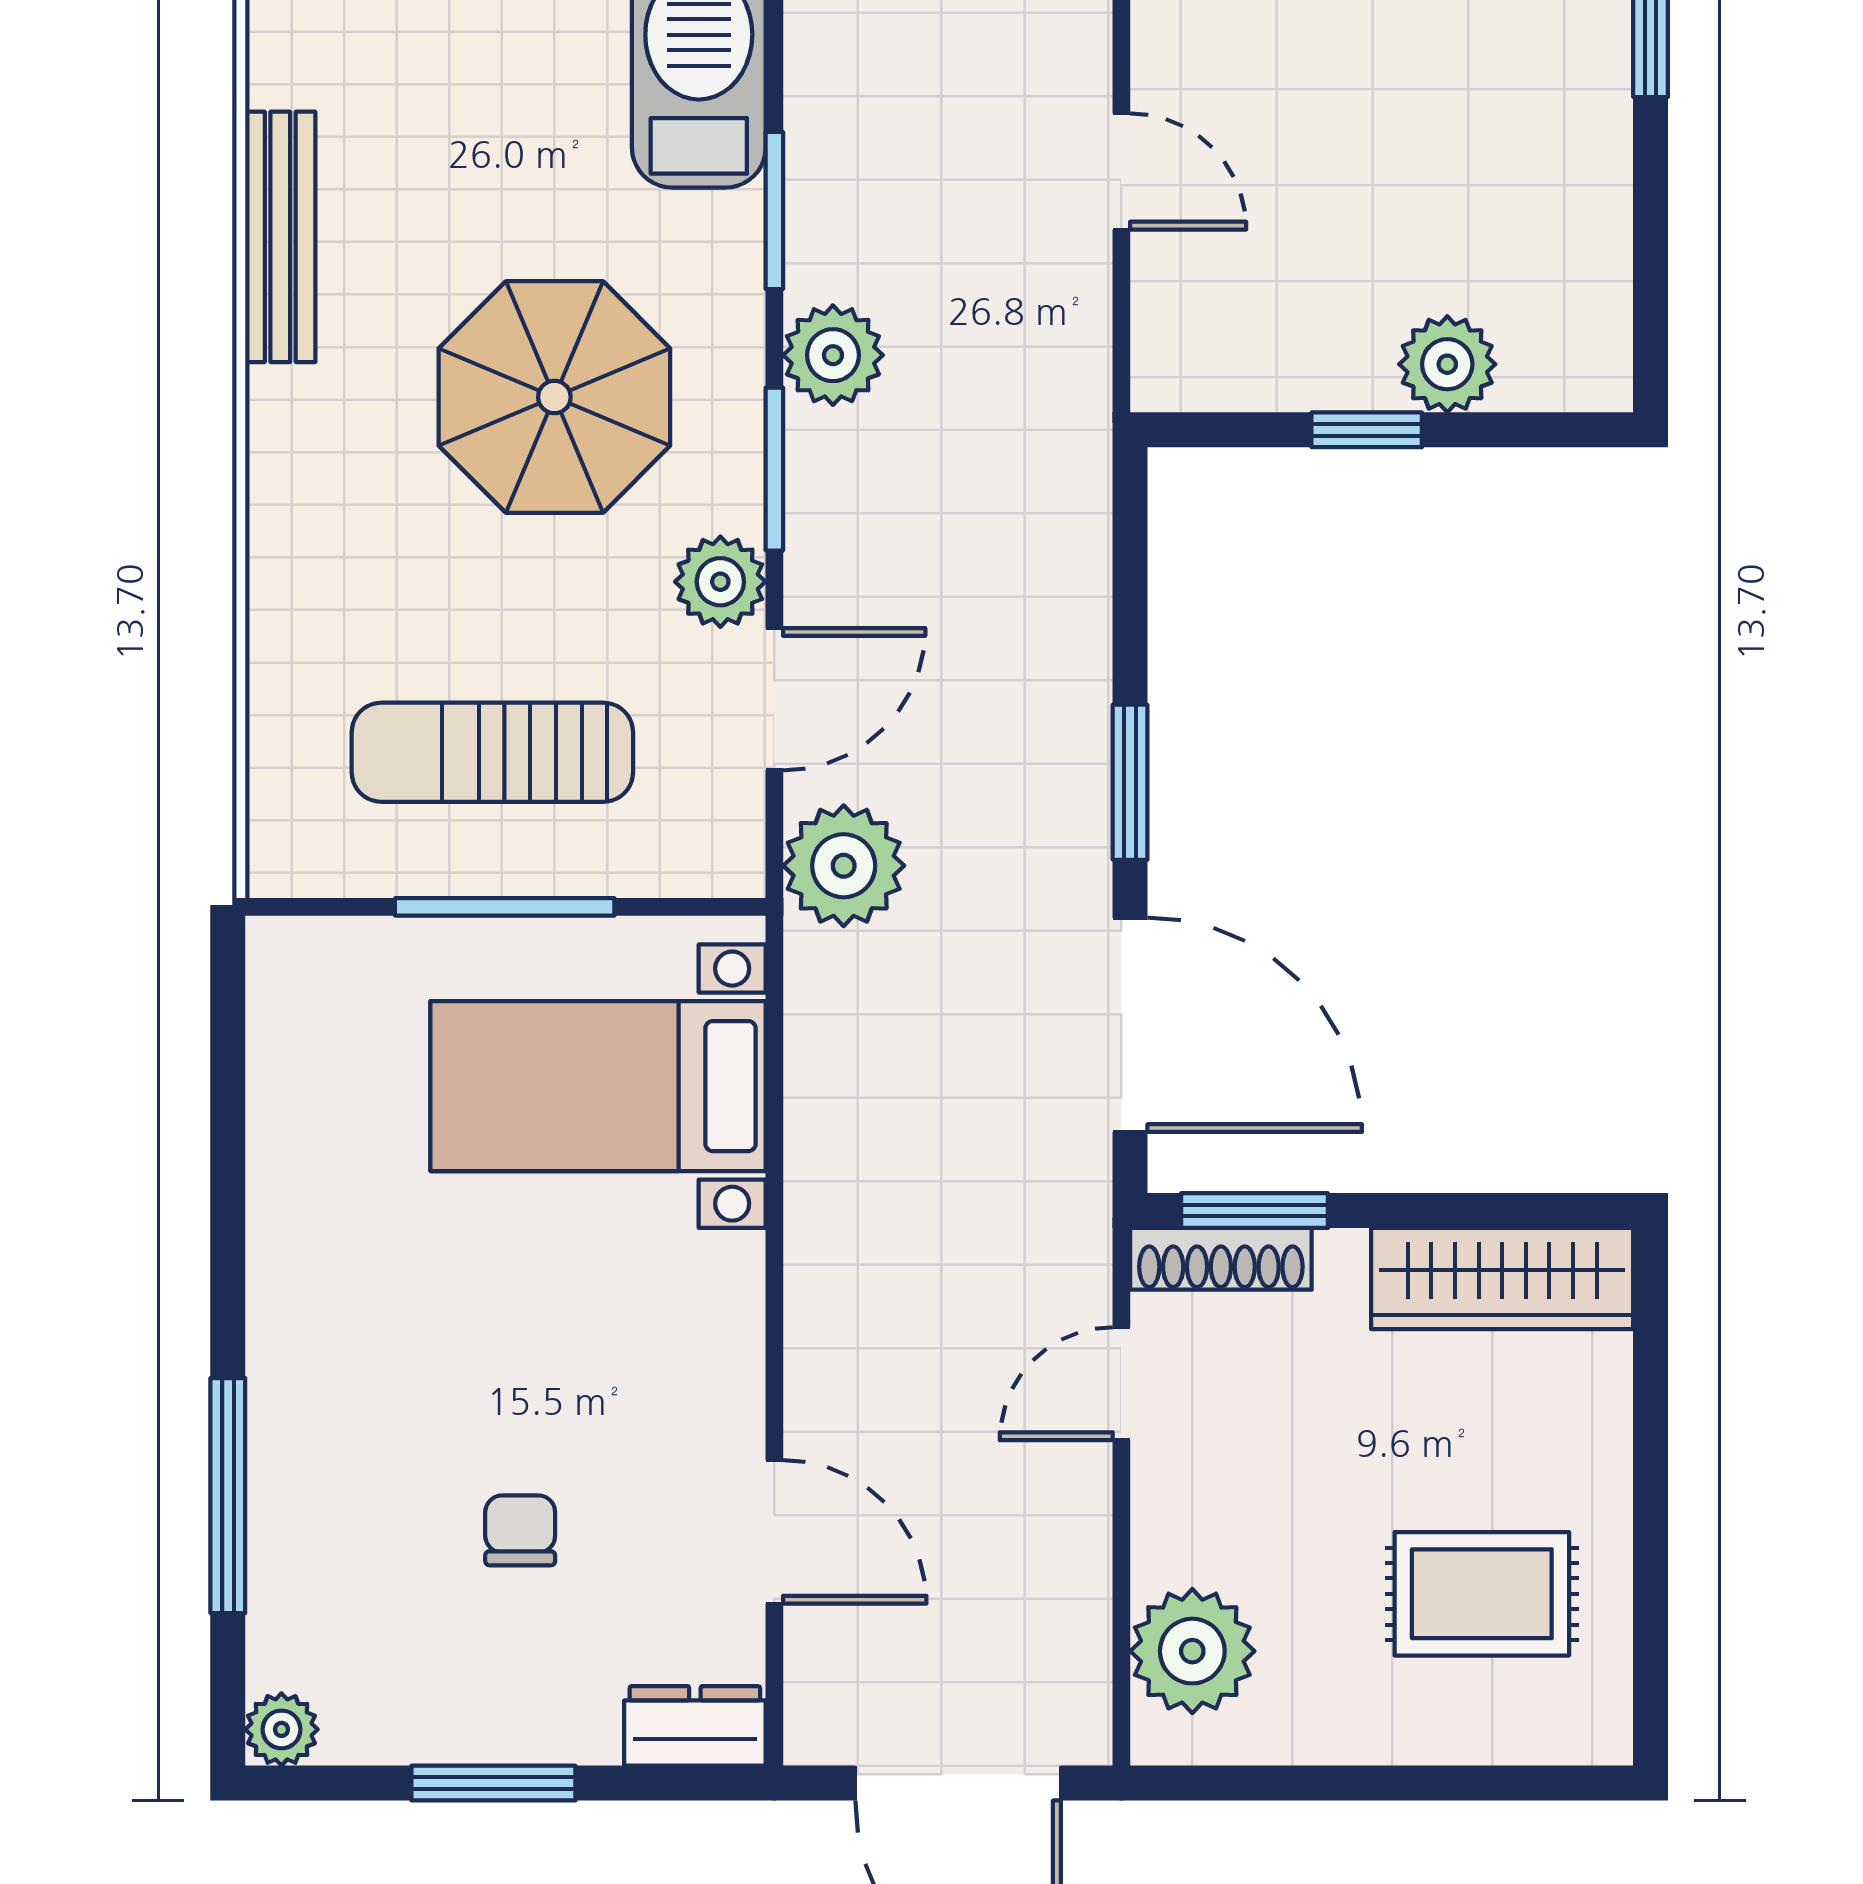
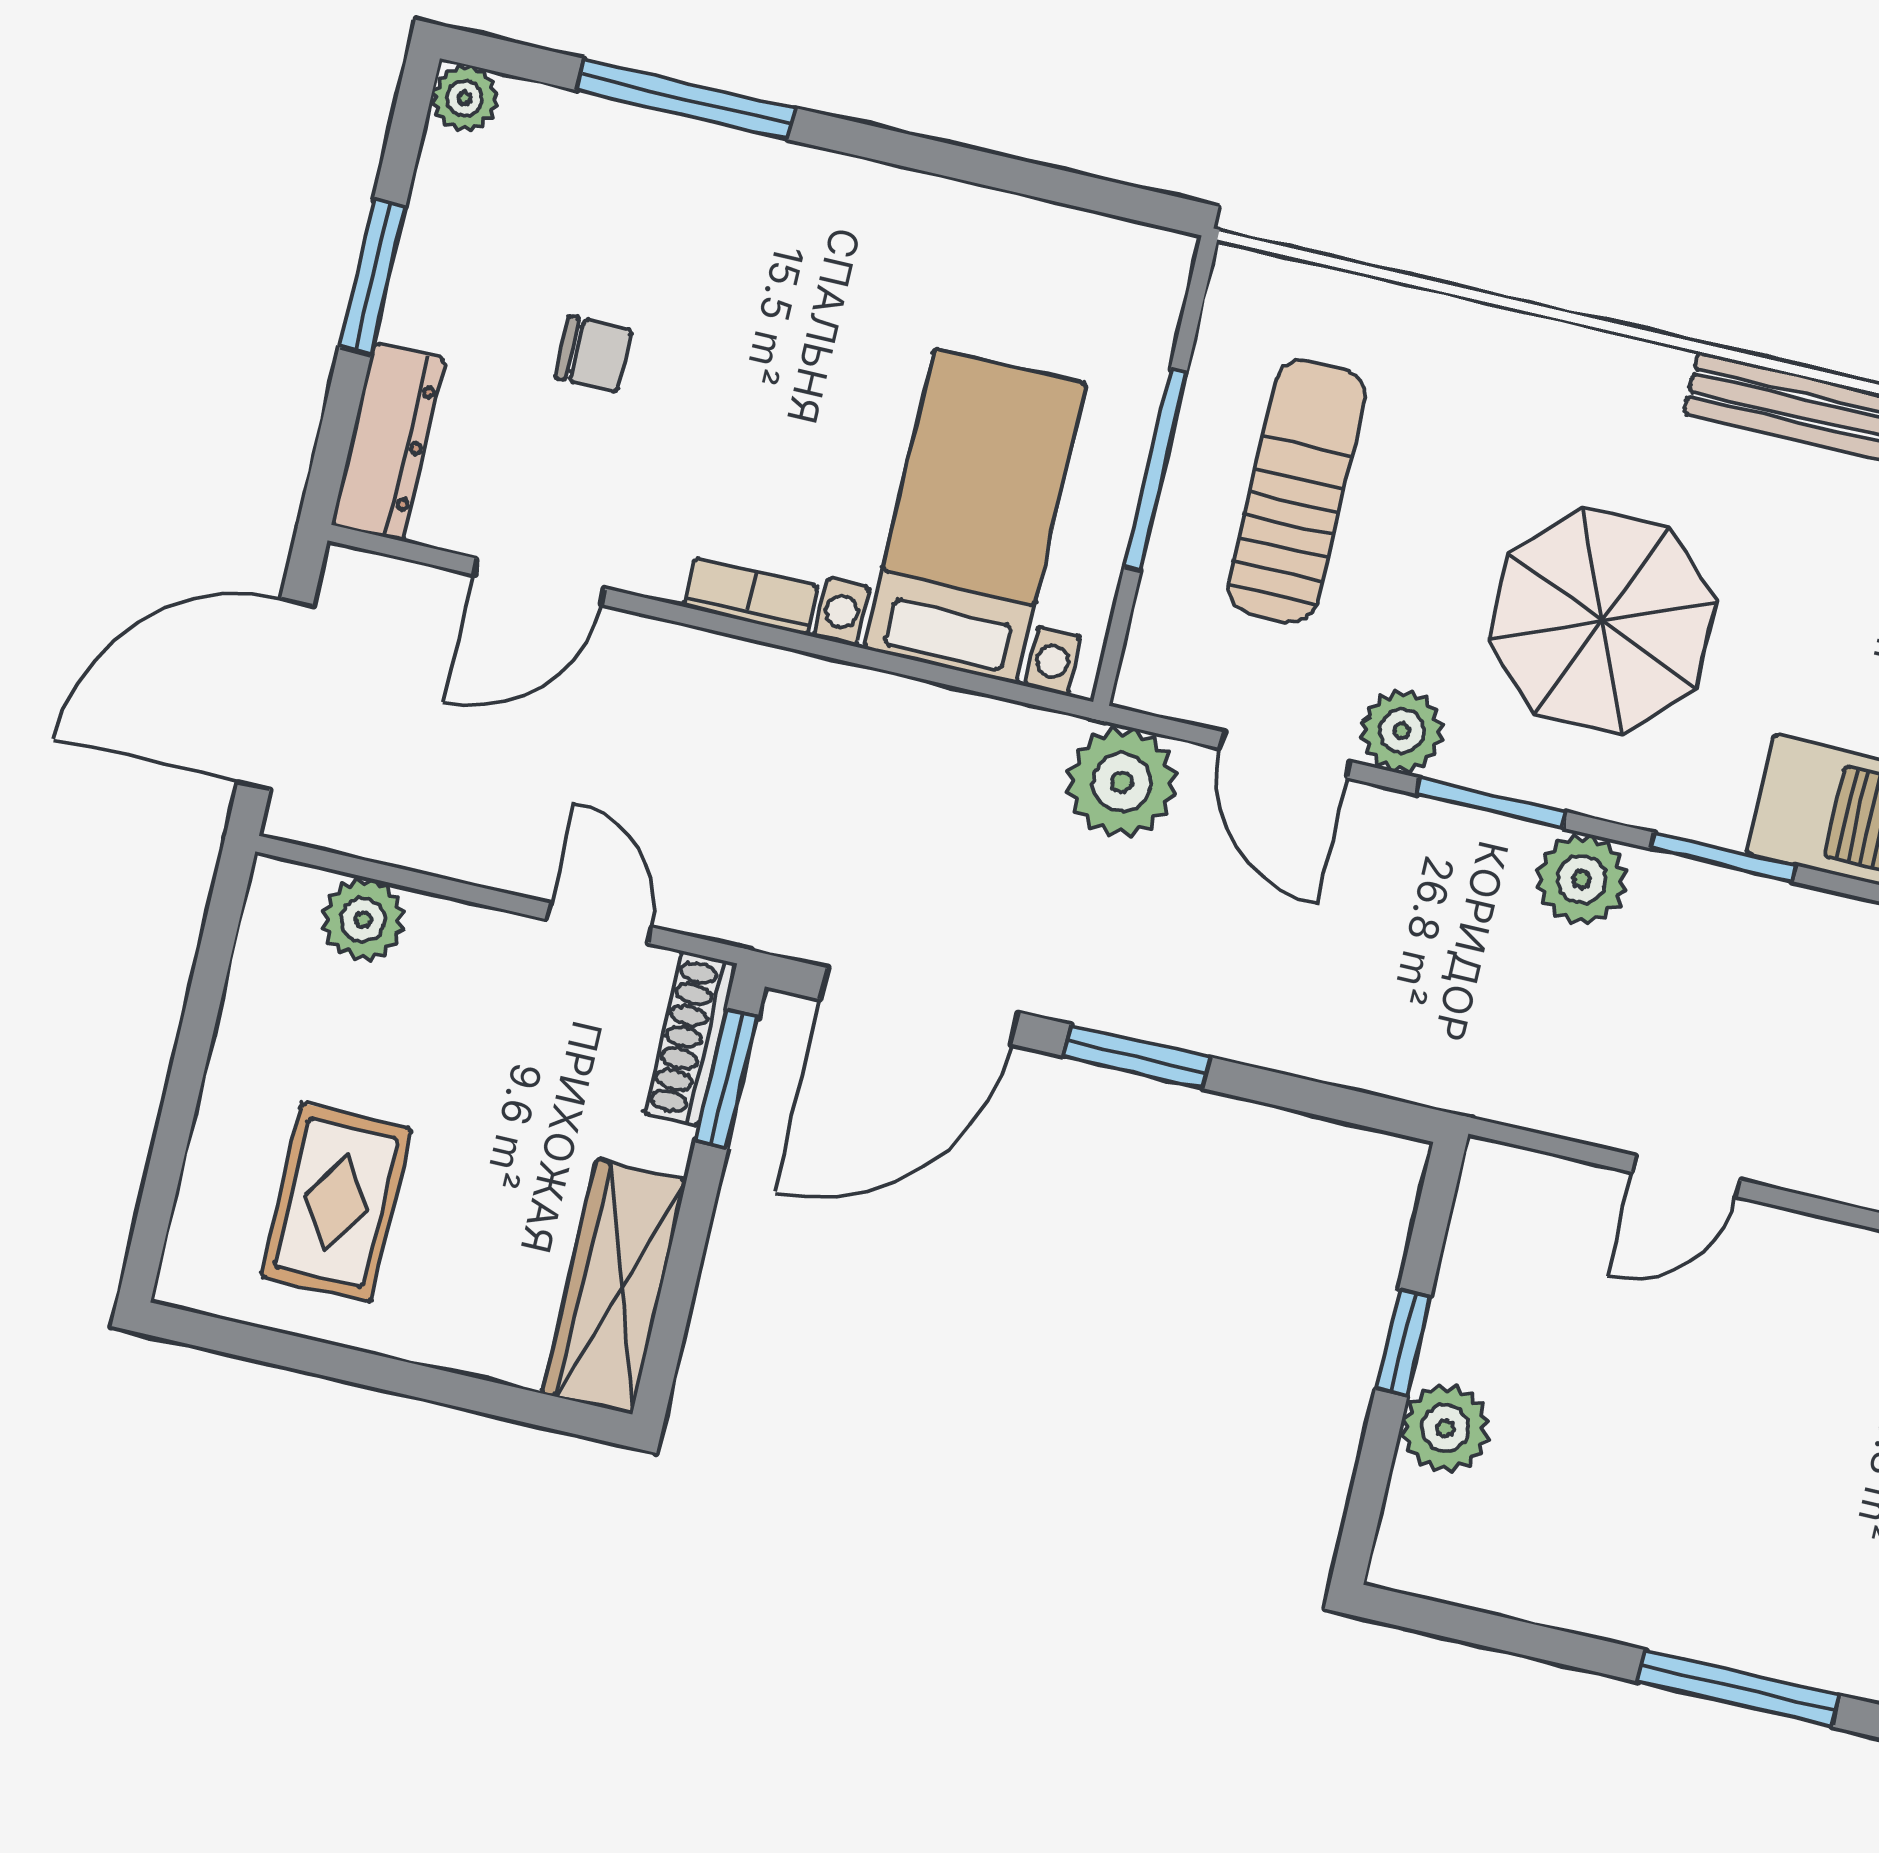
bookcase: (738, 1304) -> (751, 596), added
plant: (1192, 1651) -> (363, 920), width x0.73, depth x0.73
dresser: (695, 1726) -> (388, 442), width x1.44

